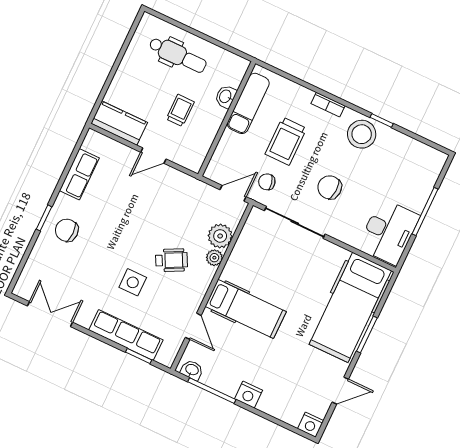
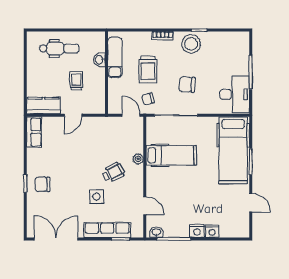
row of seats: (79, 174) -> (34, 132), moved
door: (233, 193) -> (131, 115), hinge flipped
plant: (220, 236) -> (135, 144), removed
hospital bed: (246, 309) -> (171, 155), moved
double door: (50, 314) -> (56, 239), width x1.37
door: (340, 391) -> (251, 203), hinge flipped
nightstand: (311, 425) -> (212, 231), moved

